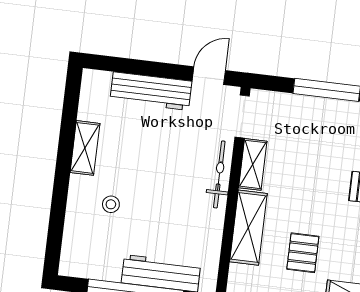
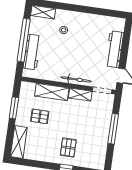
shelving: (85, 148) -> (43, 12), moved

